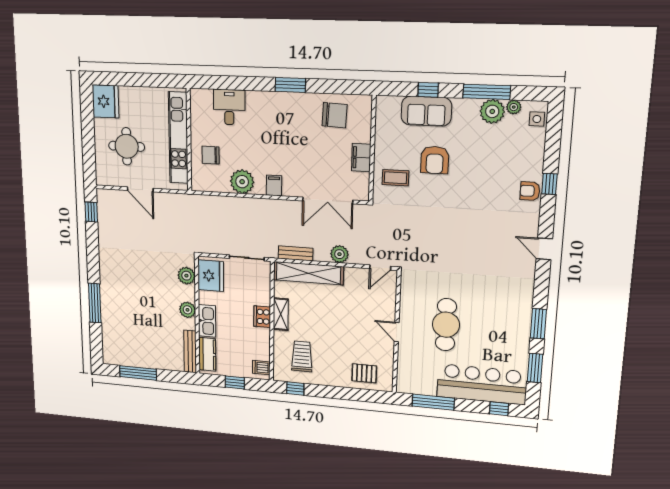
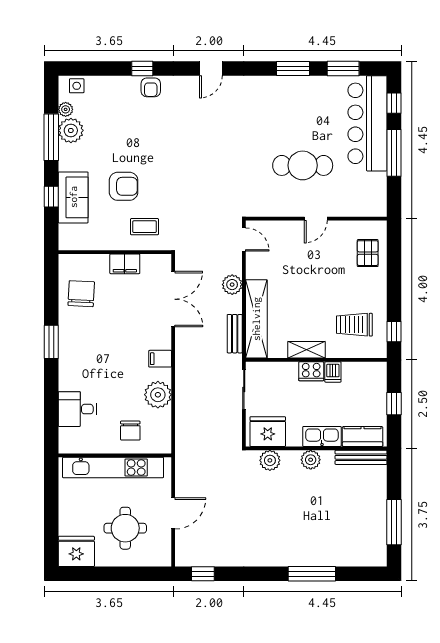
coffee table: (395, 178) -> (144, 227), turned 90
dishwasher: (261, 368) -> (333, 372), moved
window: (433, 402) -> (394, 153), moved

